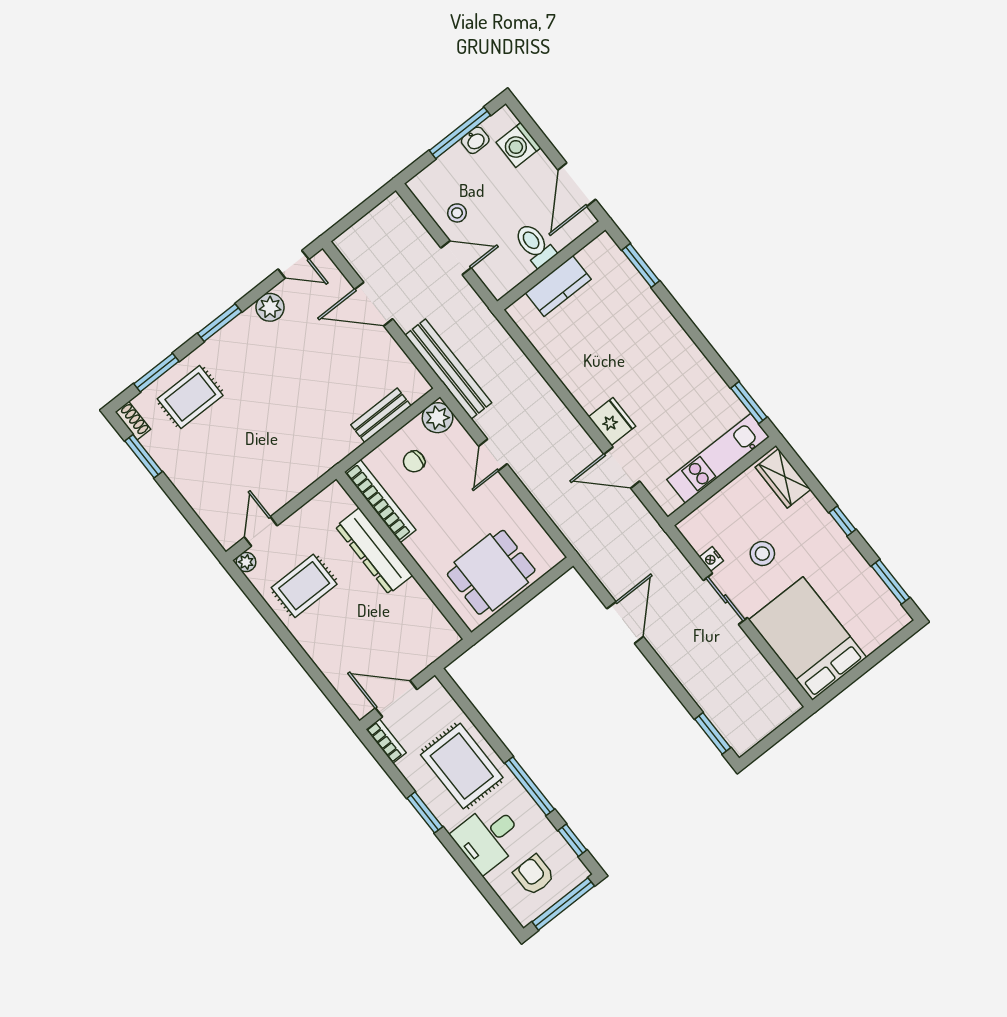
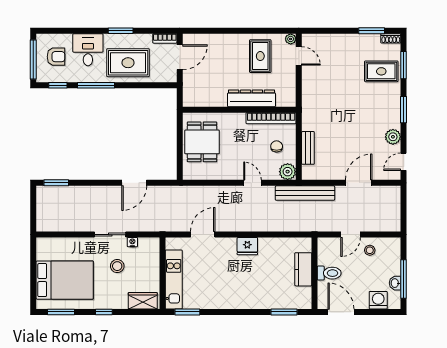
rug: (190, 397) -> (381, 71), turned 90
fridge: (612, 421) -> (247, 246), moved
door: (625, 623) -> (134, 183), hinge flipped
bed: (808, 639) -> (65, 280), moved

